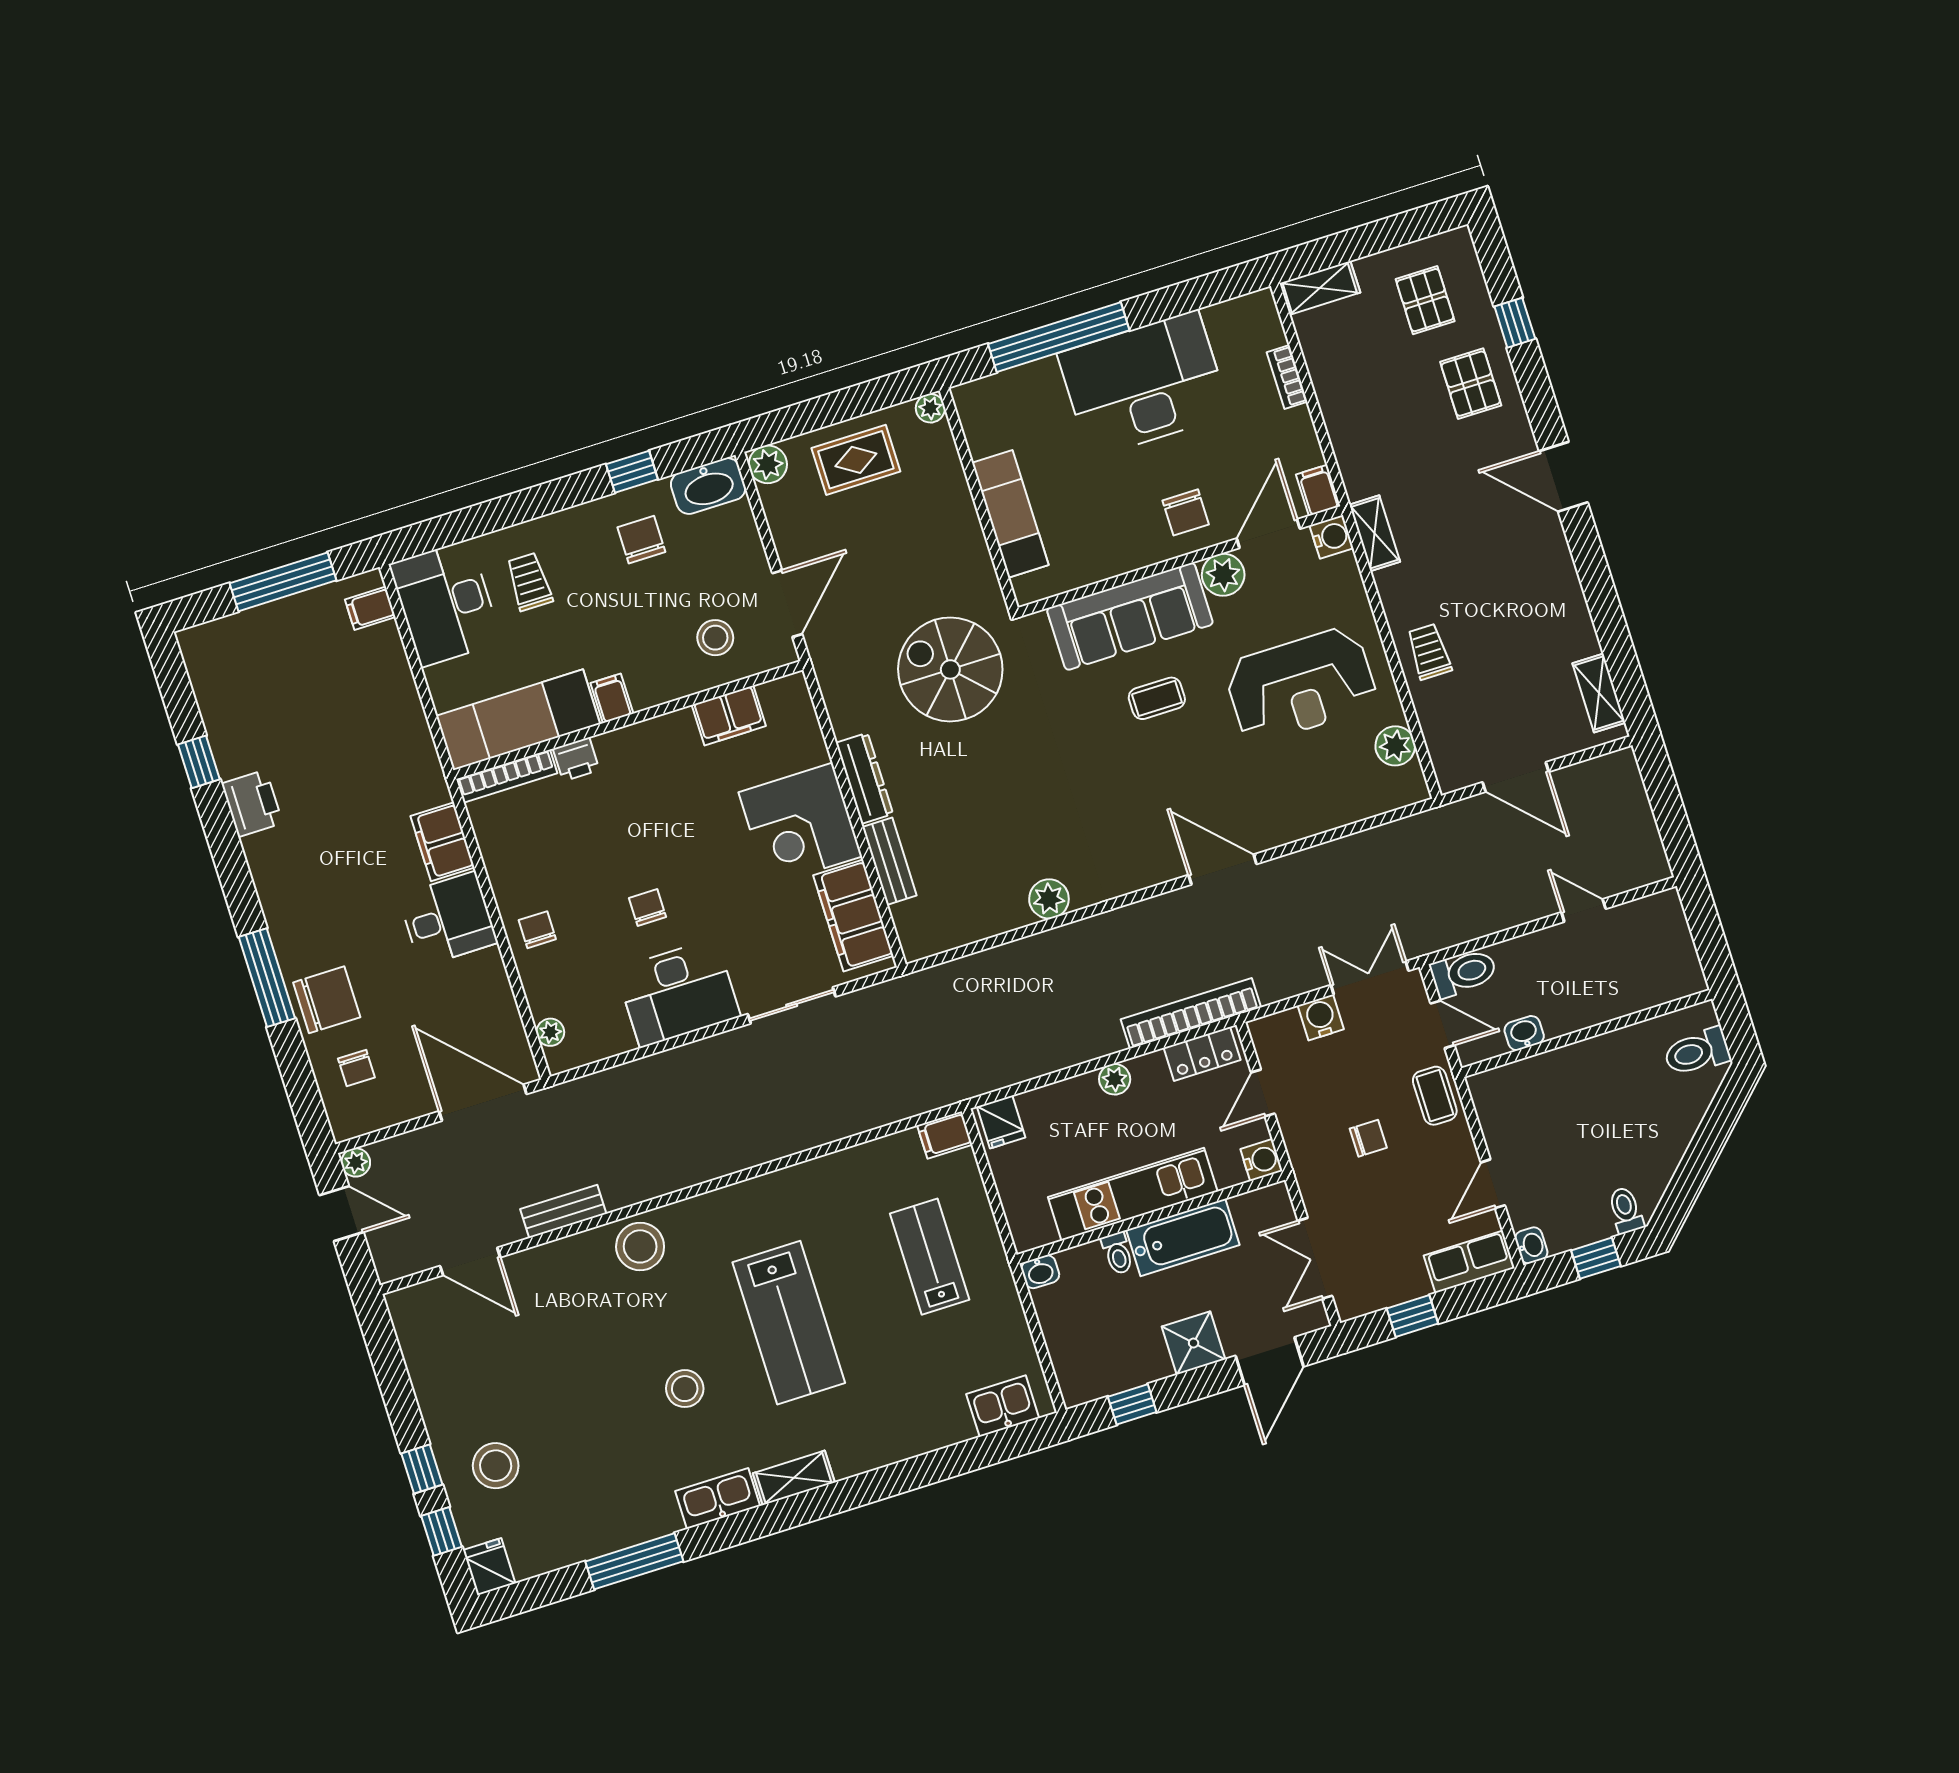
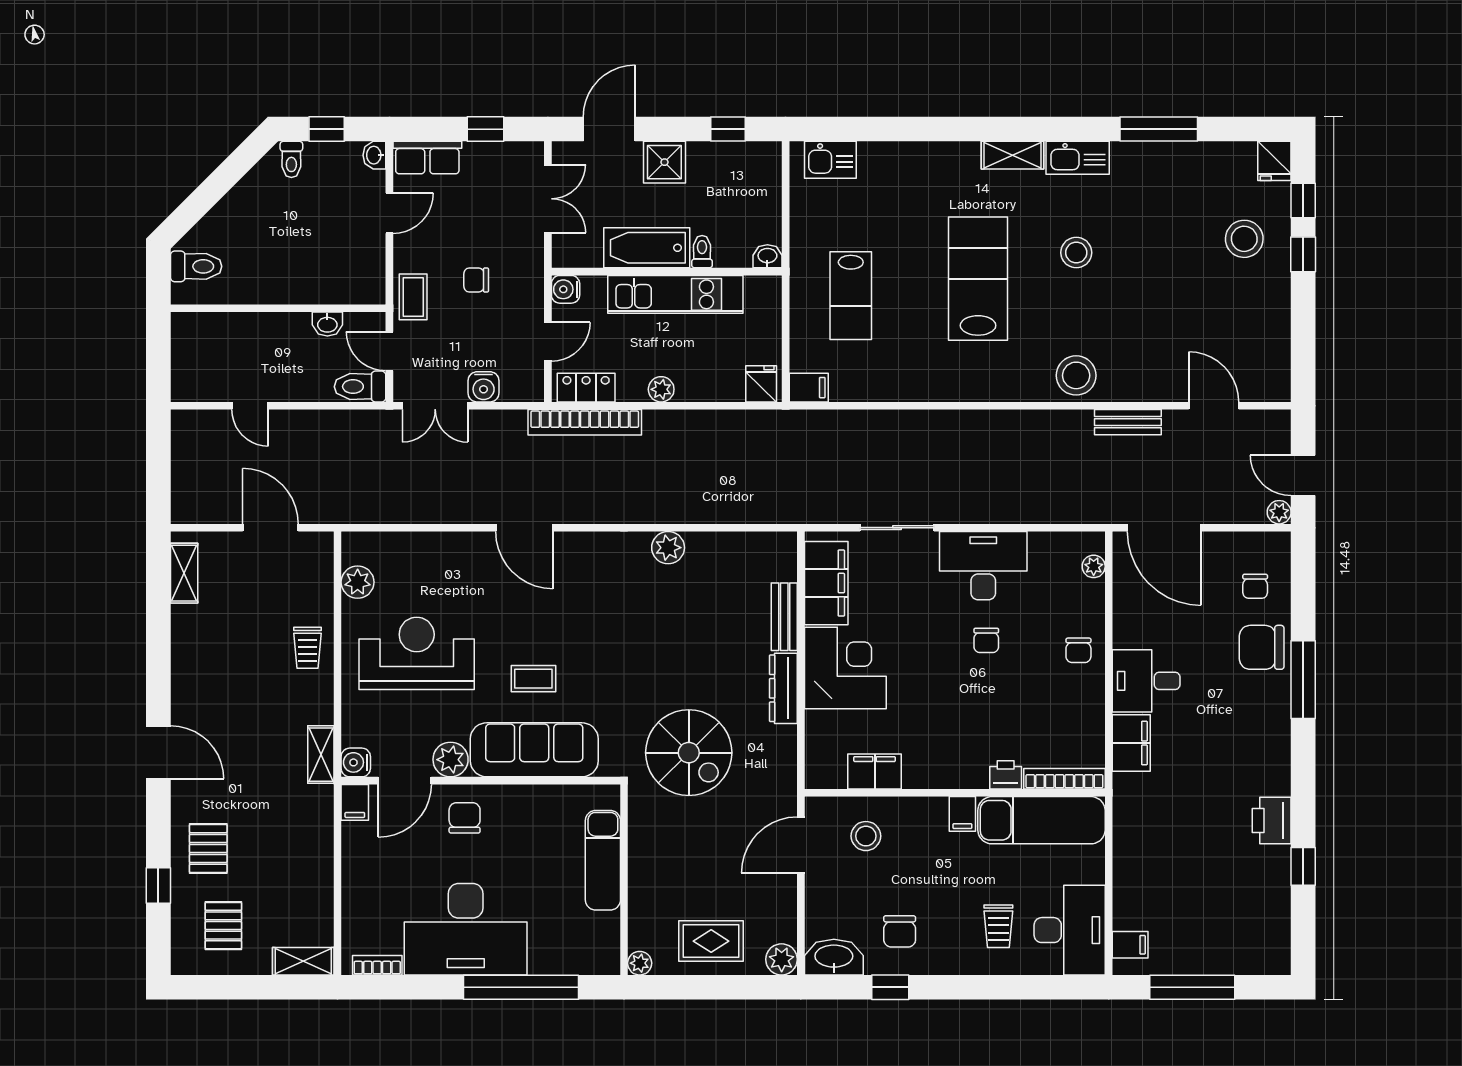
bookcase: (1287, 377) -> (377, 965), moved, turned -90
chair: (356, 1068) -> (1255, 586), turned 180

